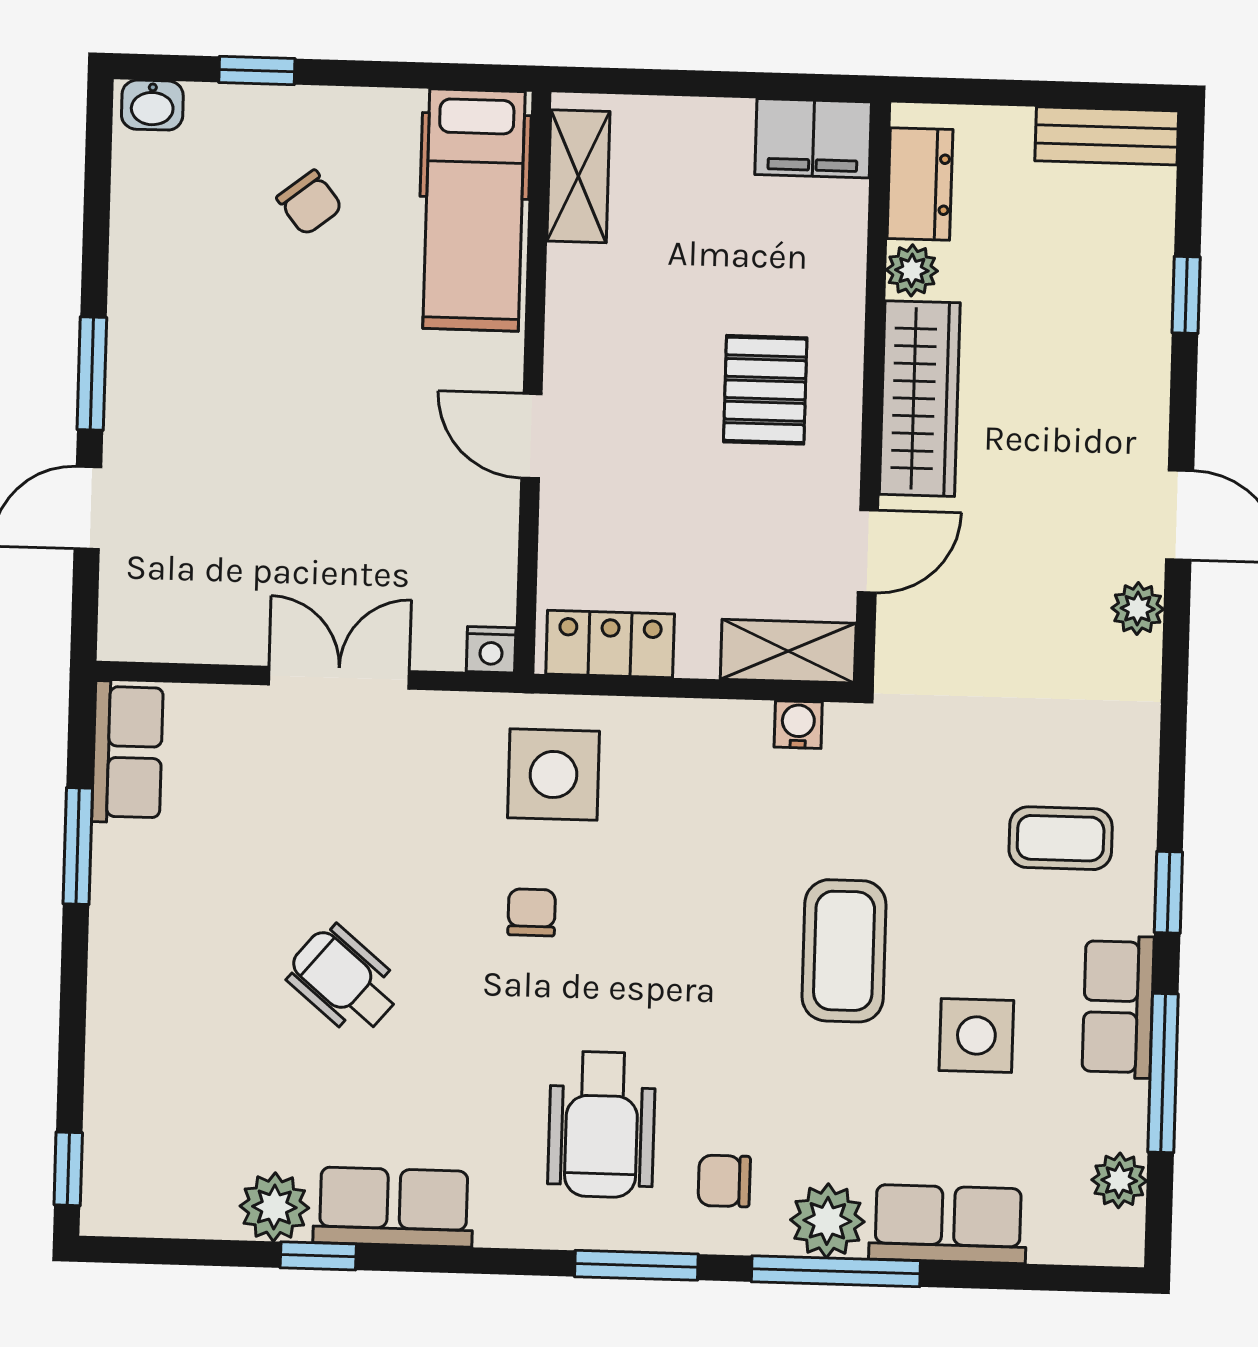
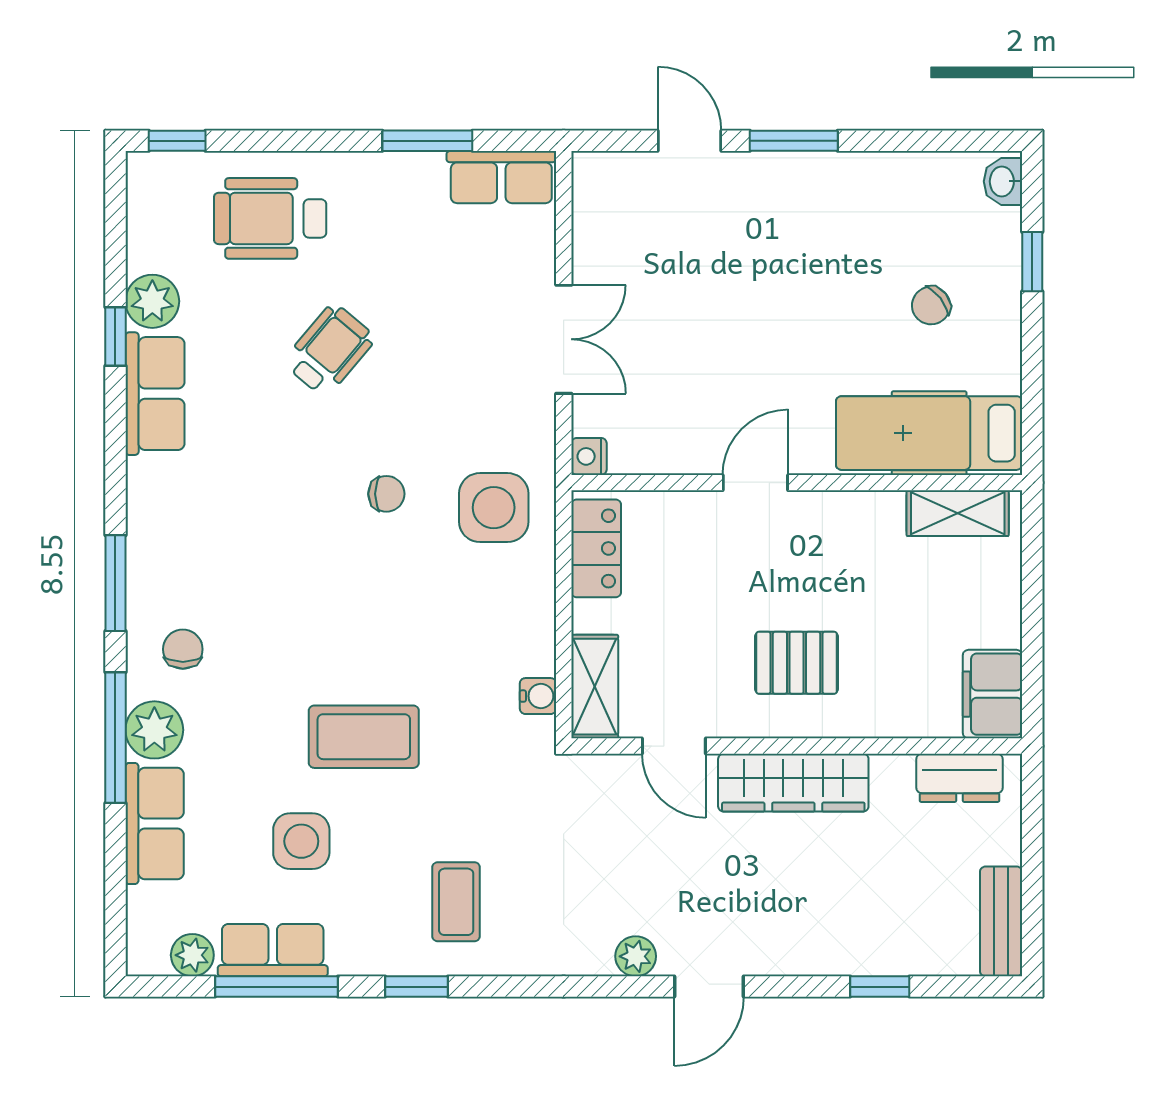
plant: (912, 270) -> (892, 774), removed
row of seats: (1118, 1007) -> (273, 950), moved
wheelchair: (602, 1125) -> (270, 218), moved

